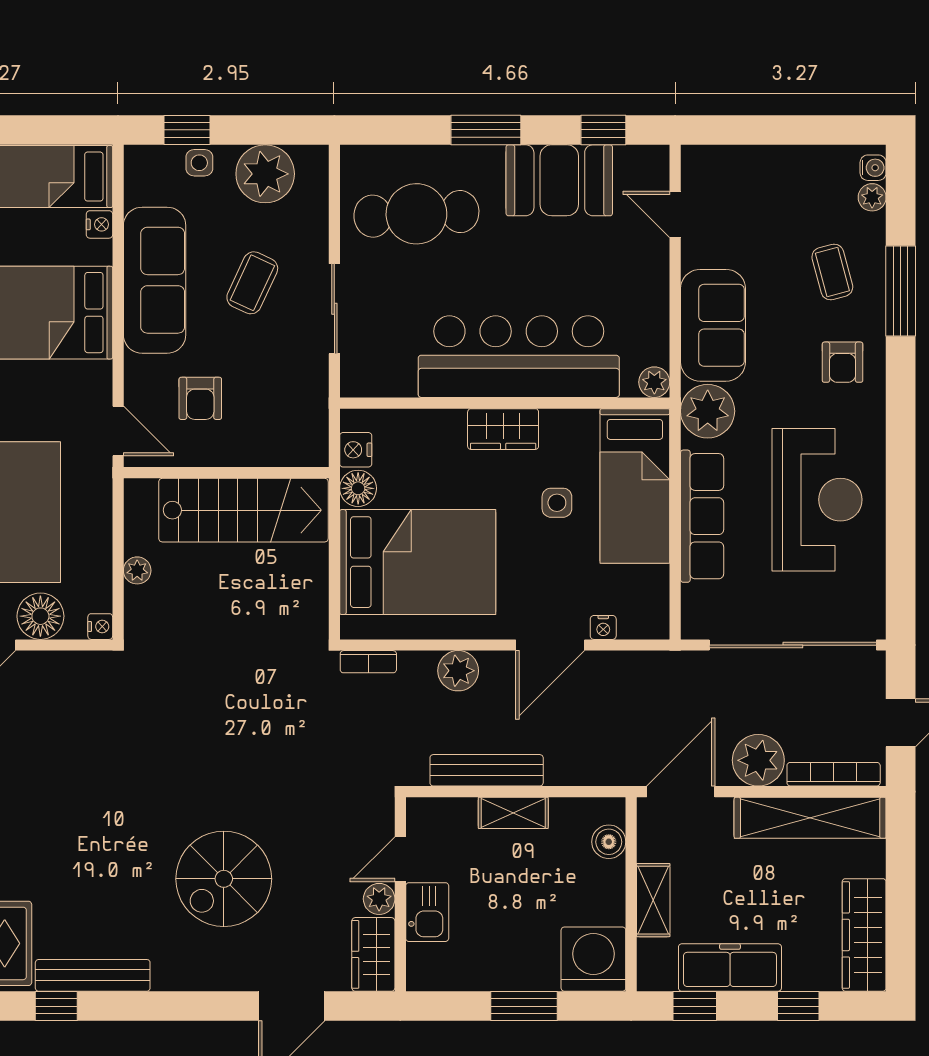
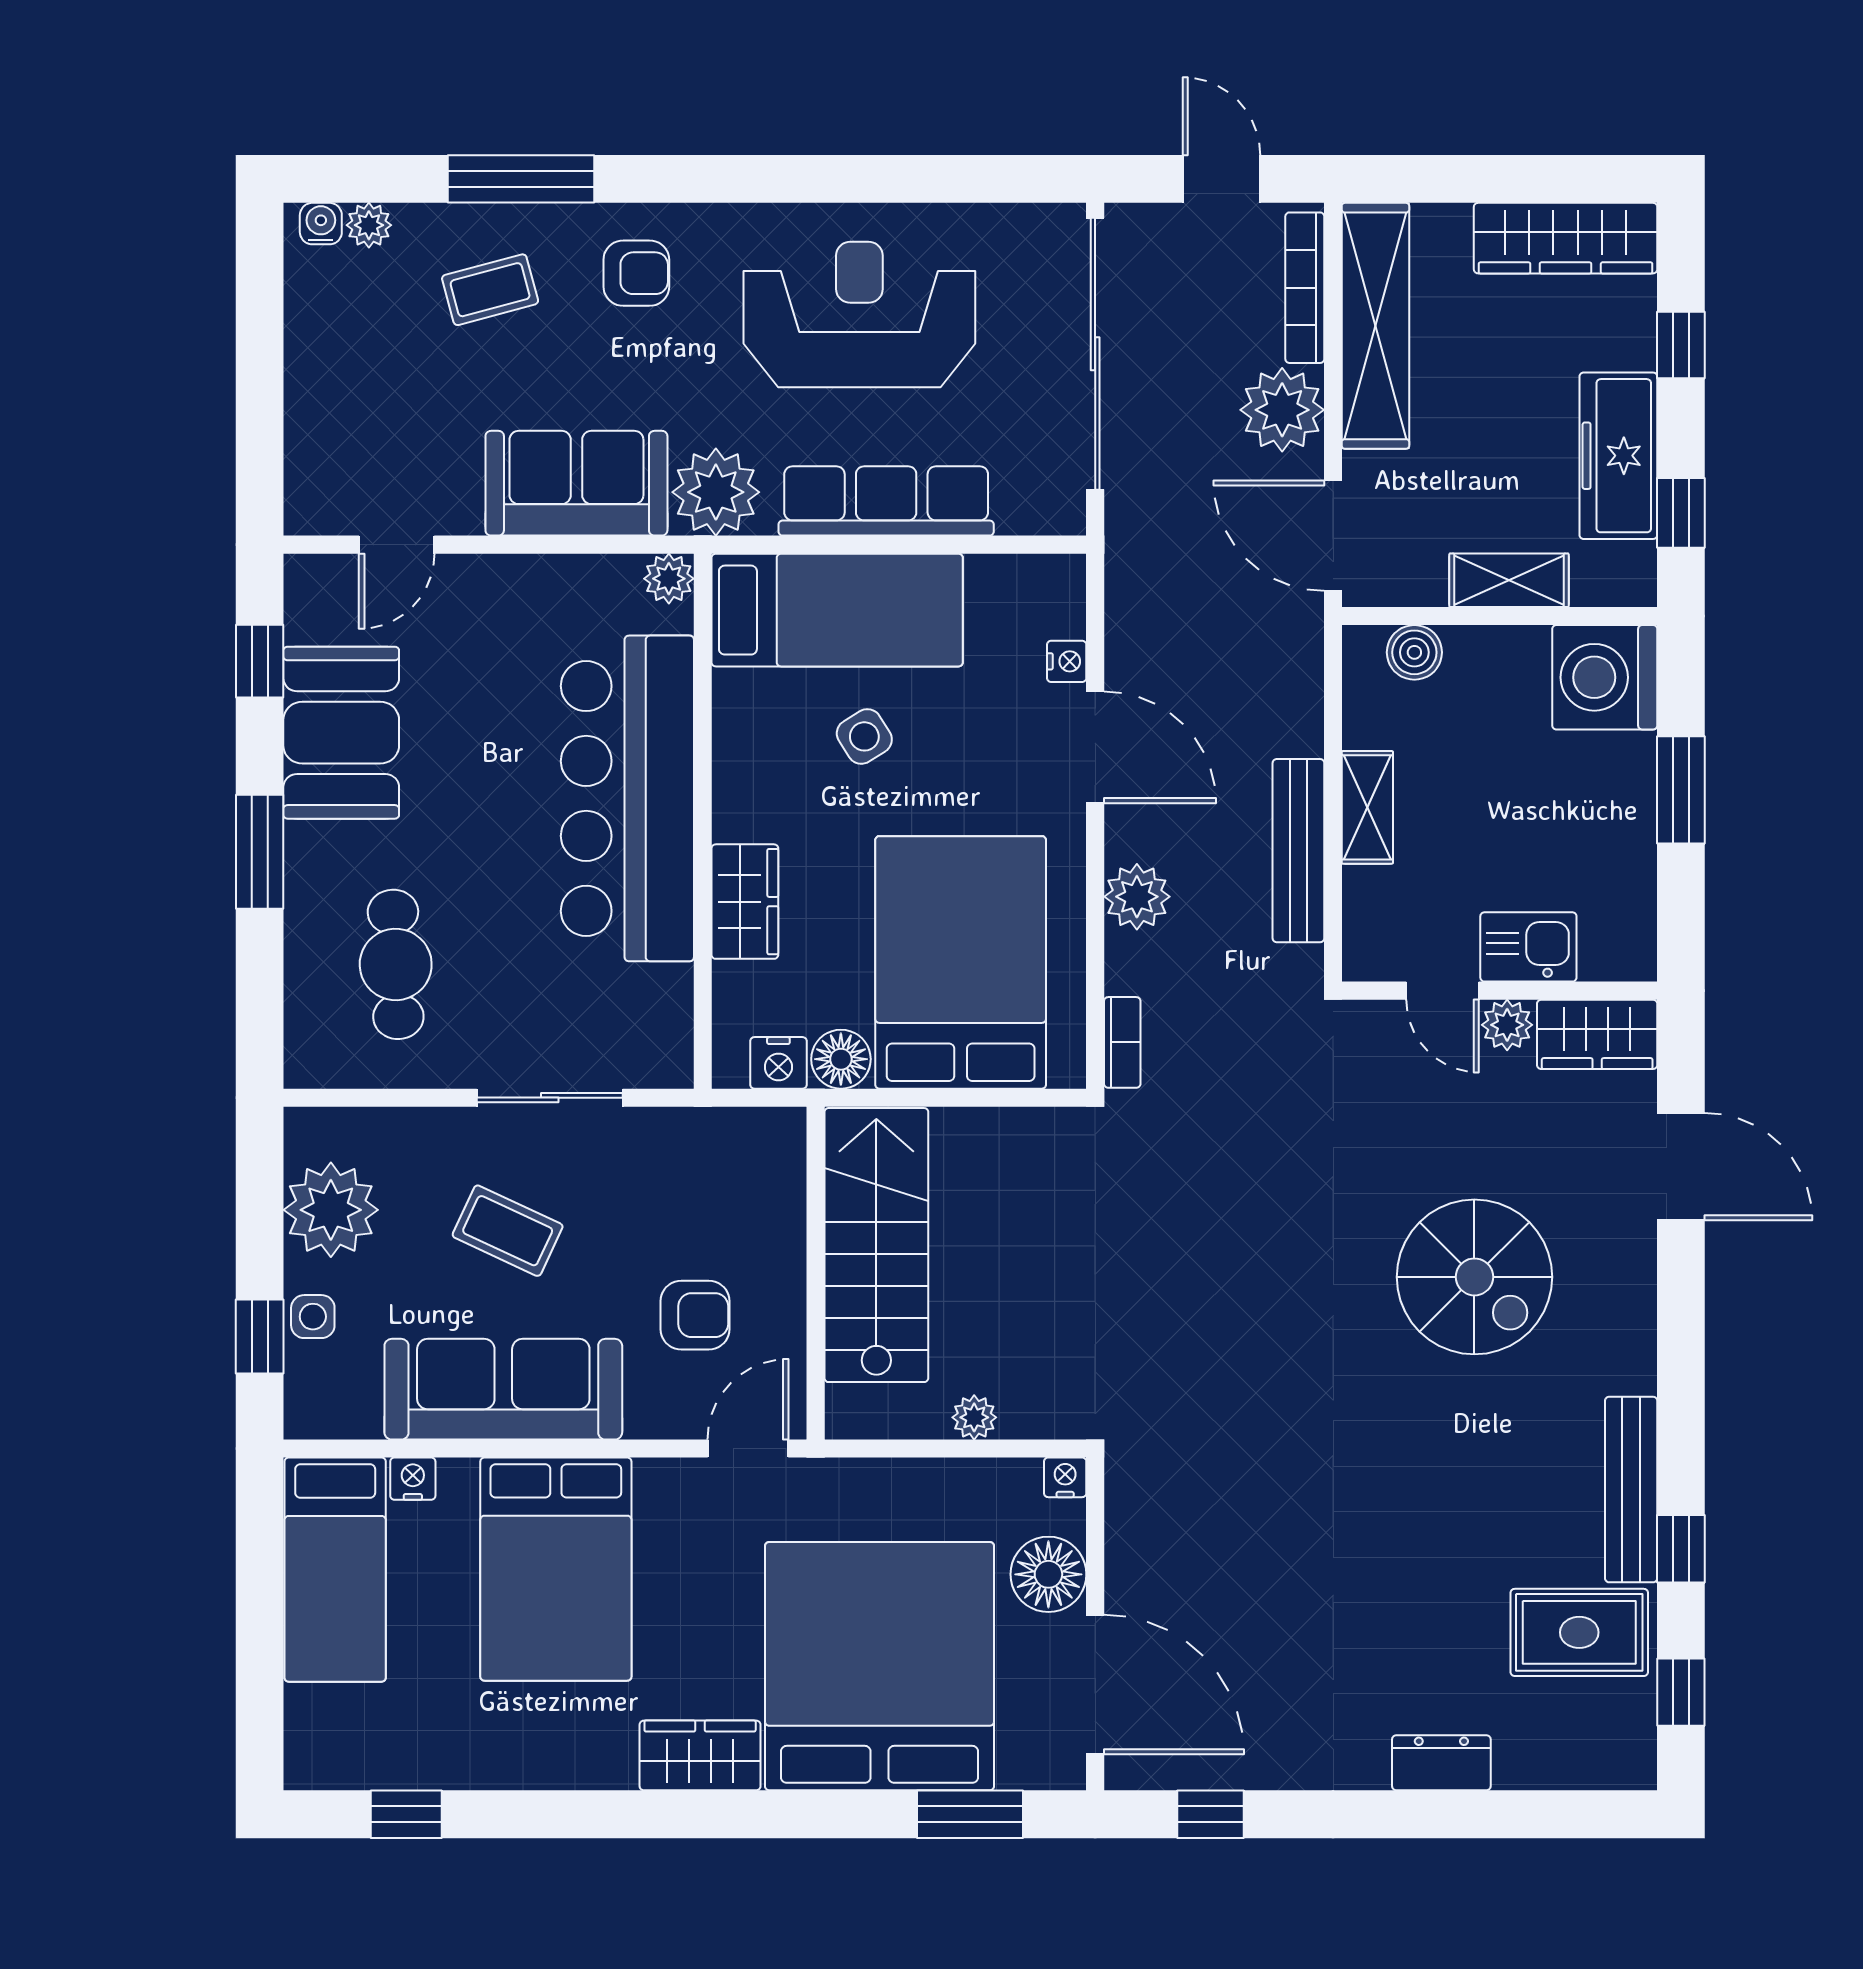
cafe table: (416, 214) -> (396, 964), width x0.73, depth x0.74
wardrobe: (503, 429) -> (745, 902), moved
side table: (557, 503) -> (864, 736), turned -32

